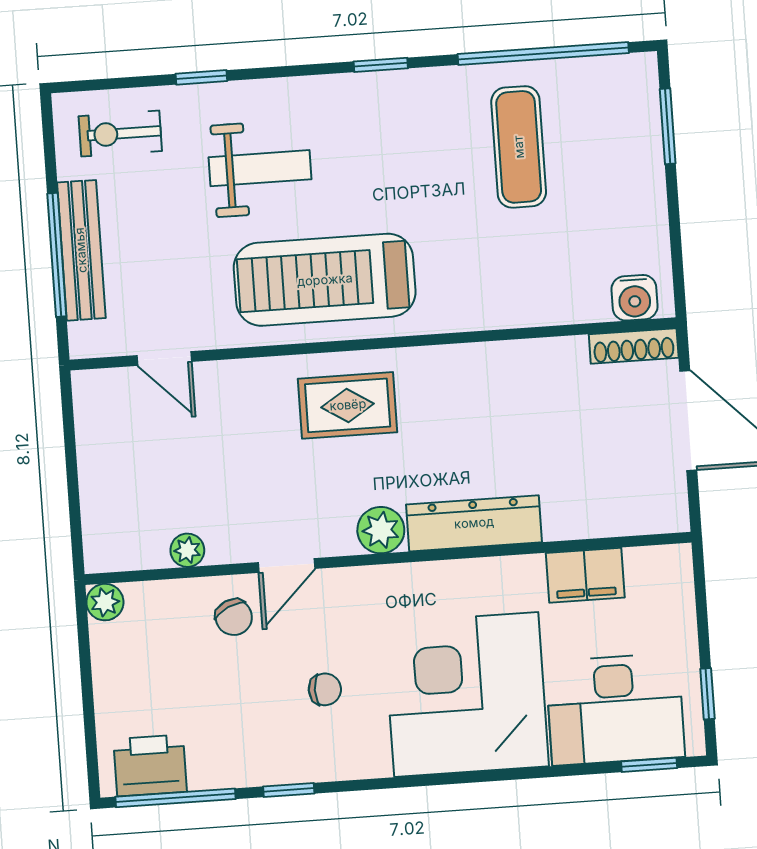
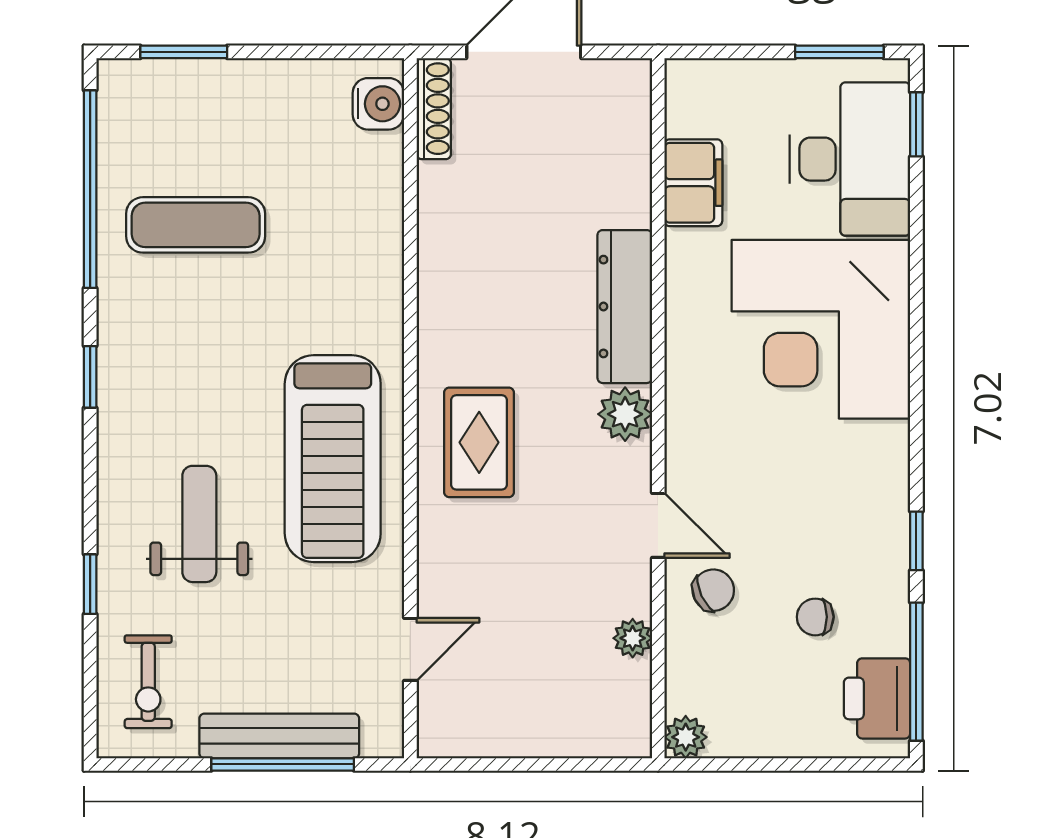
chair: (325, 689) -> (815, 617), moved, turned -90
window: (707, 694) -> (839, 52), width x1.50

